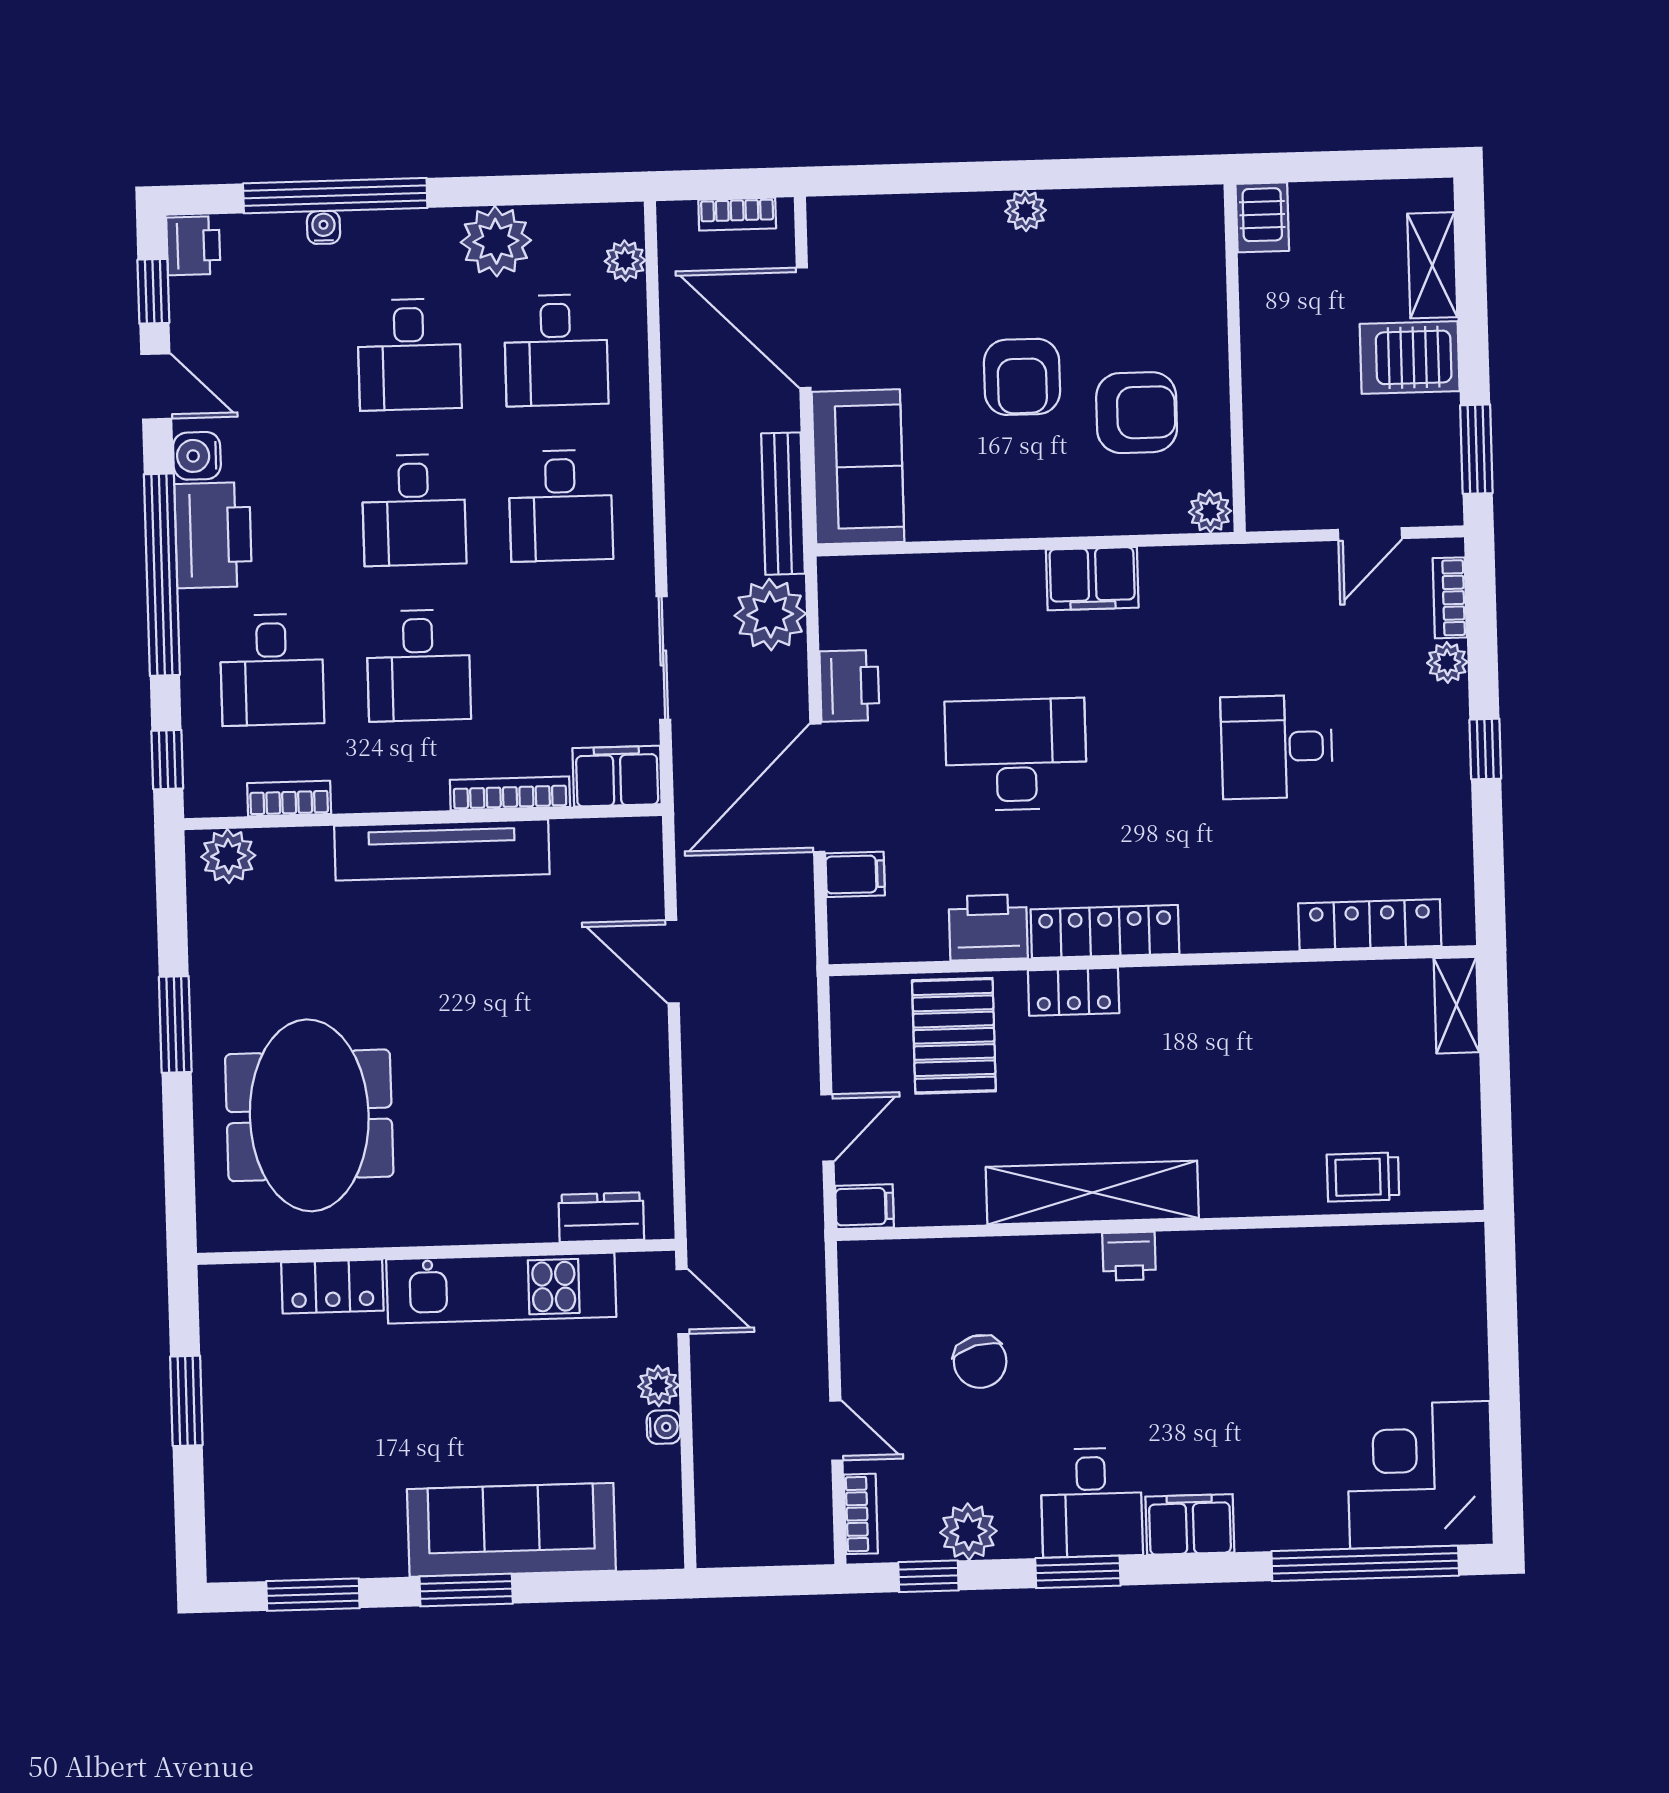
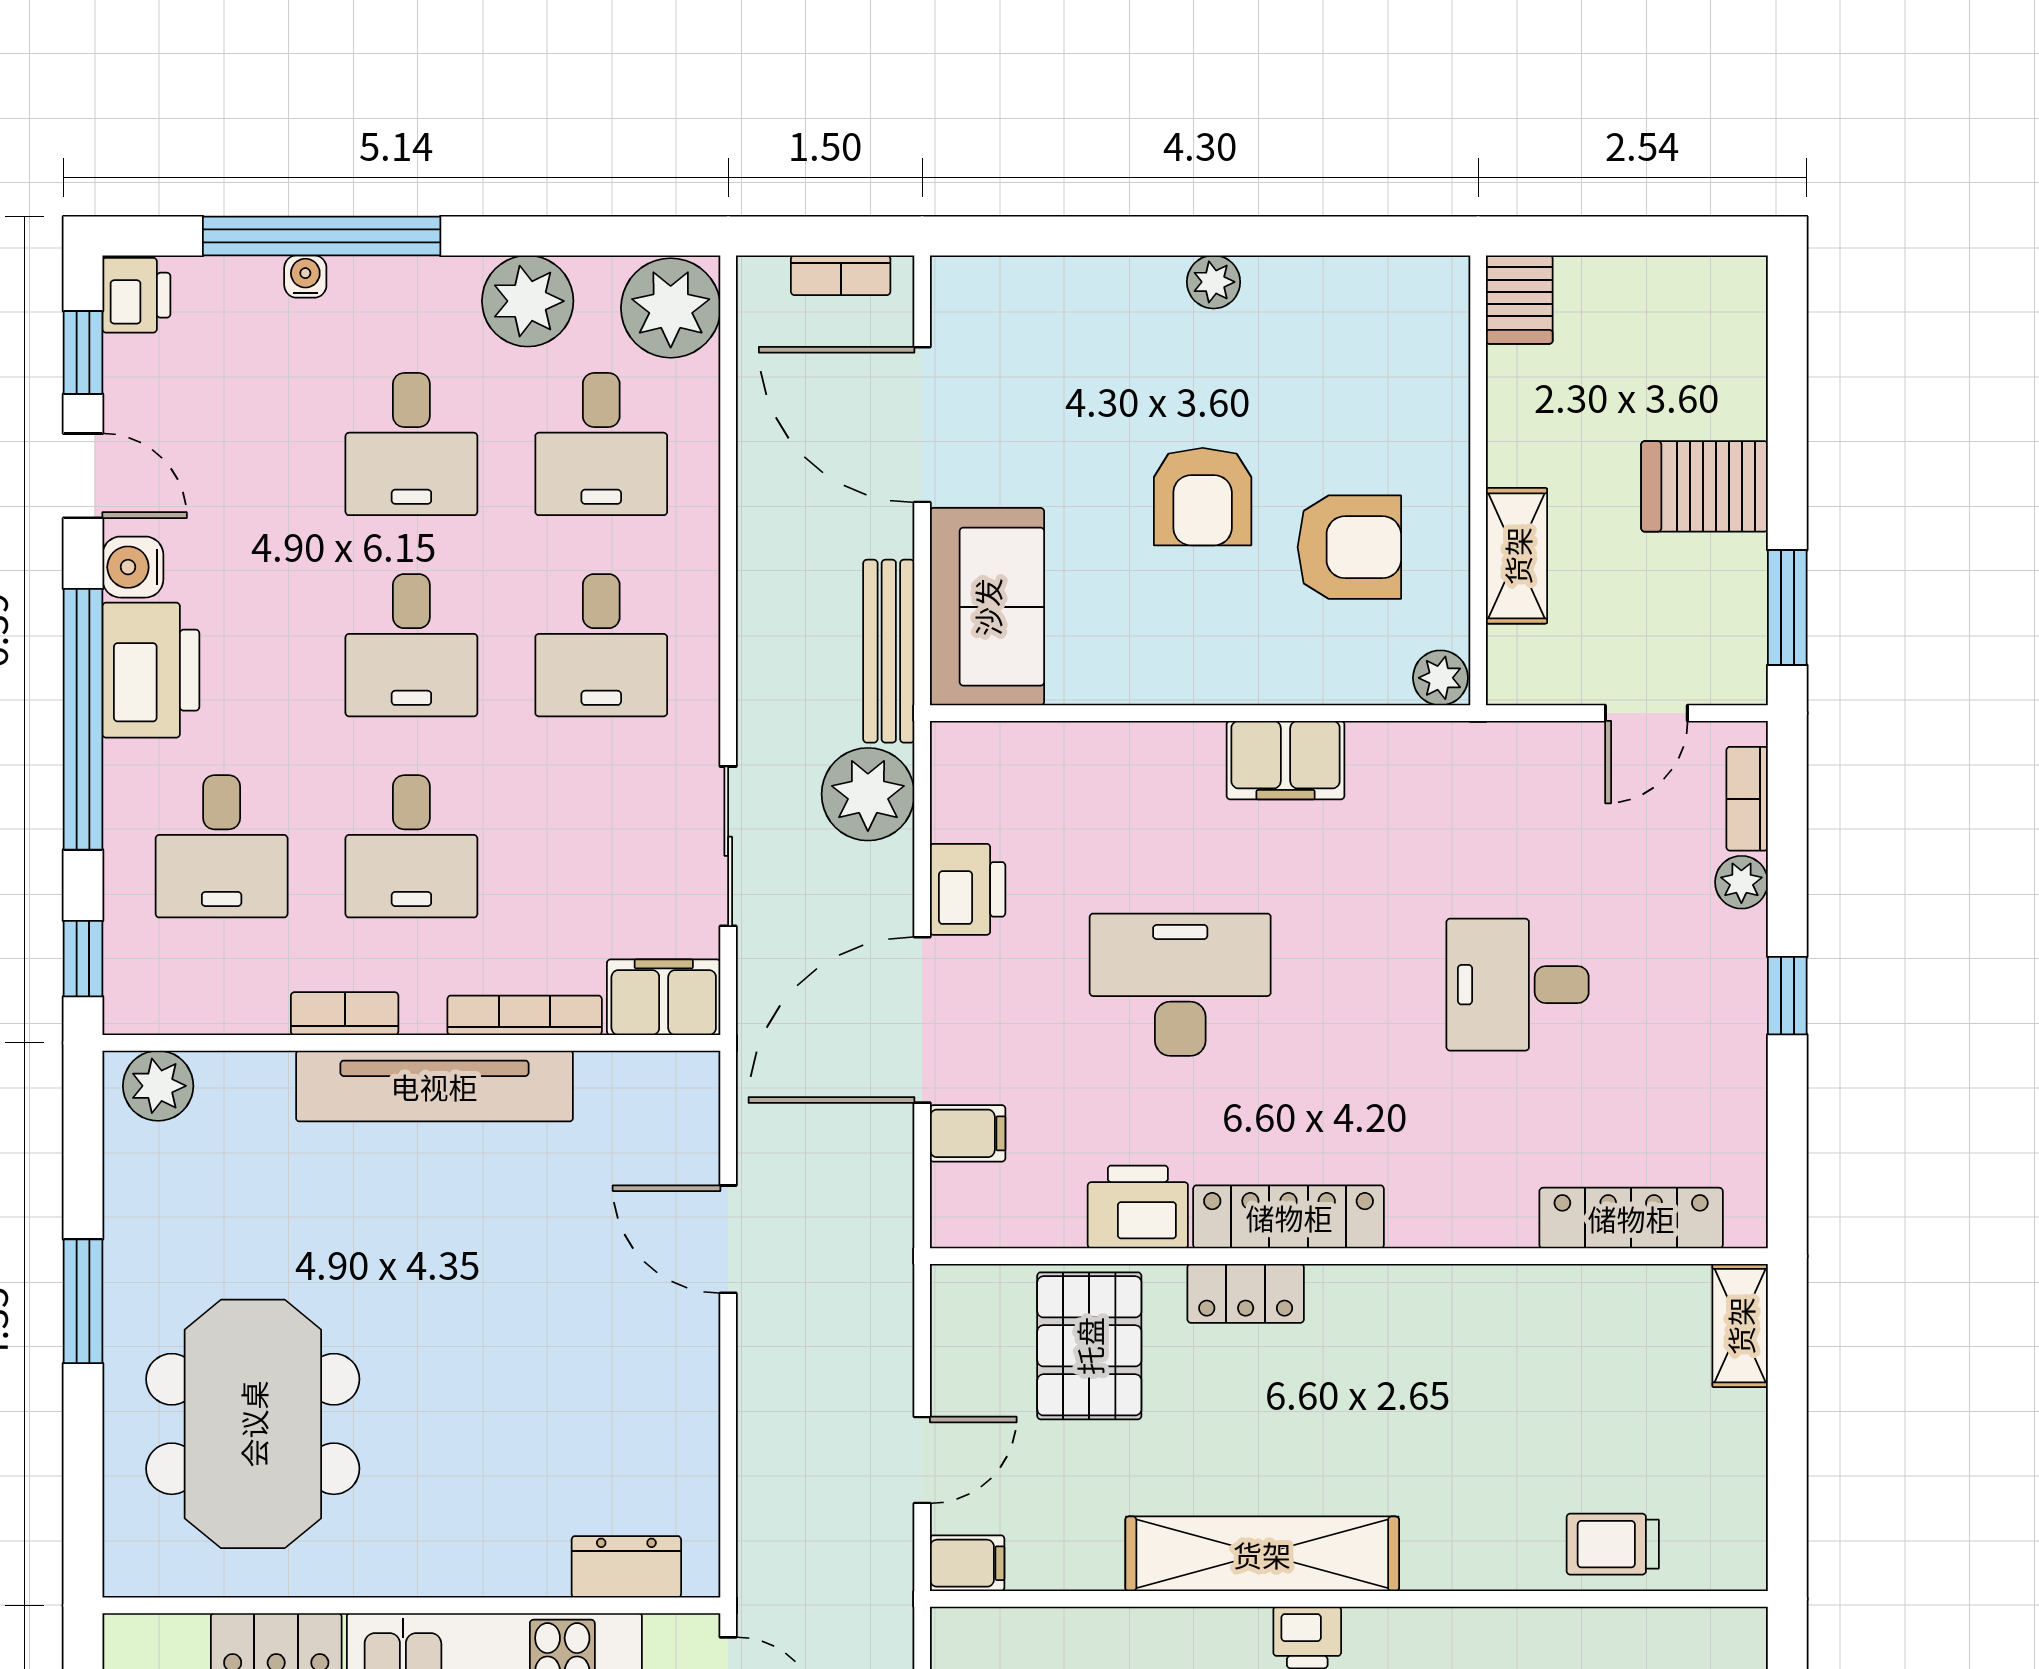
plant: (625, 261) -> (671, 308), width x1.88, depth x1.88
shelving: (1432, 265) -> (1517, 556), moved
bookcase: (289, 799) -> (345, 1014), moved

